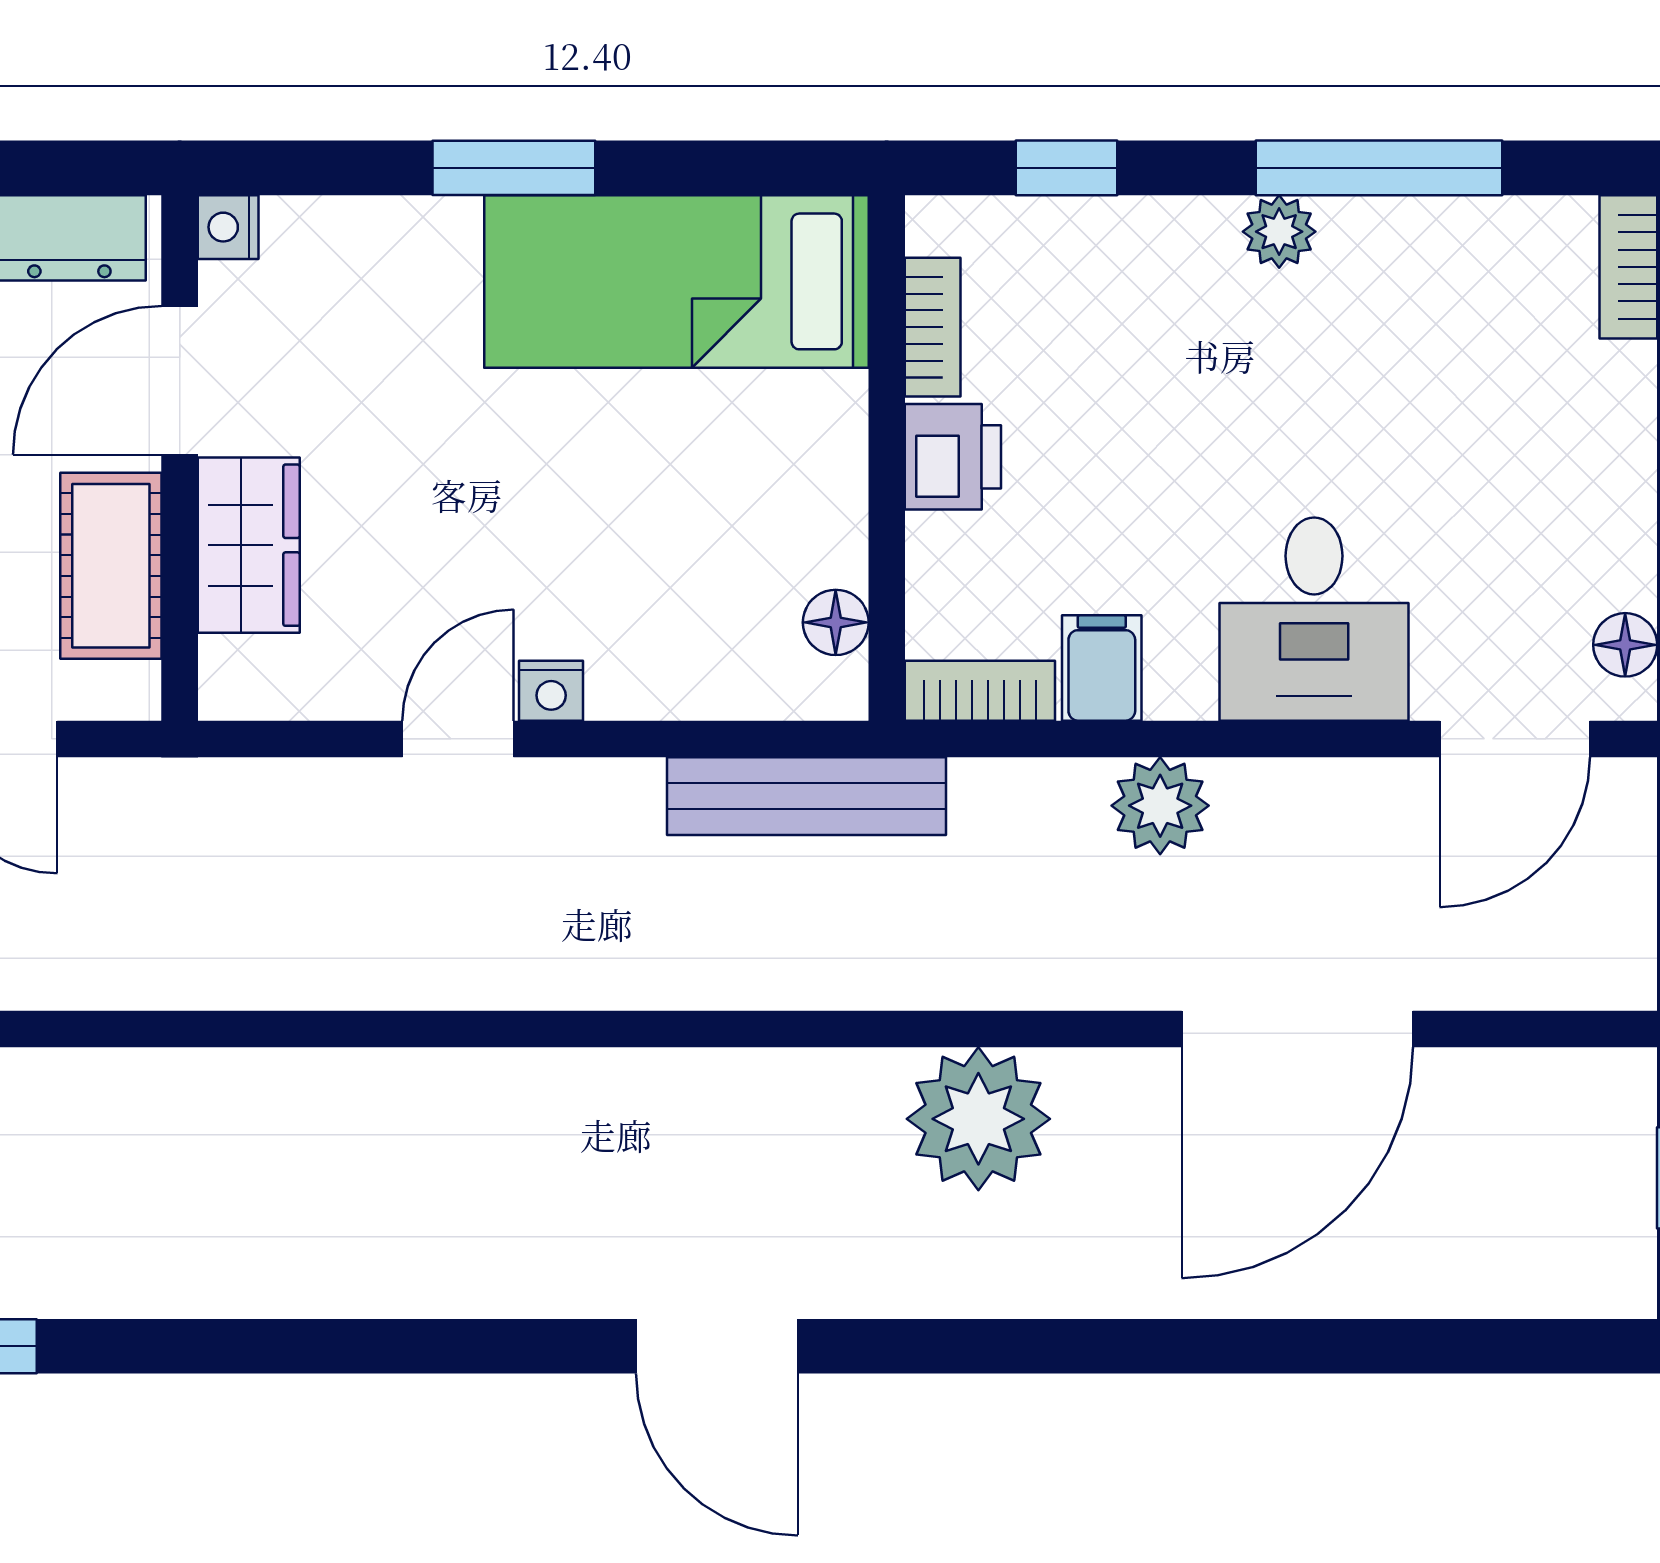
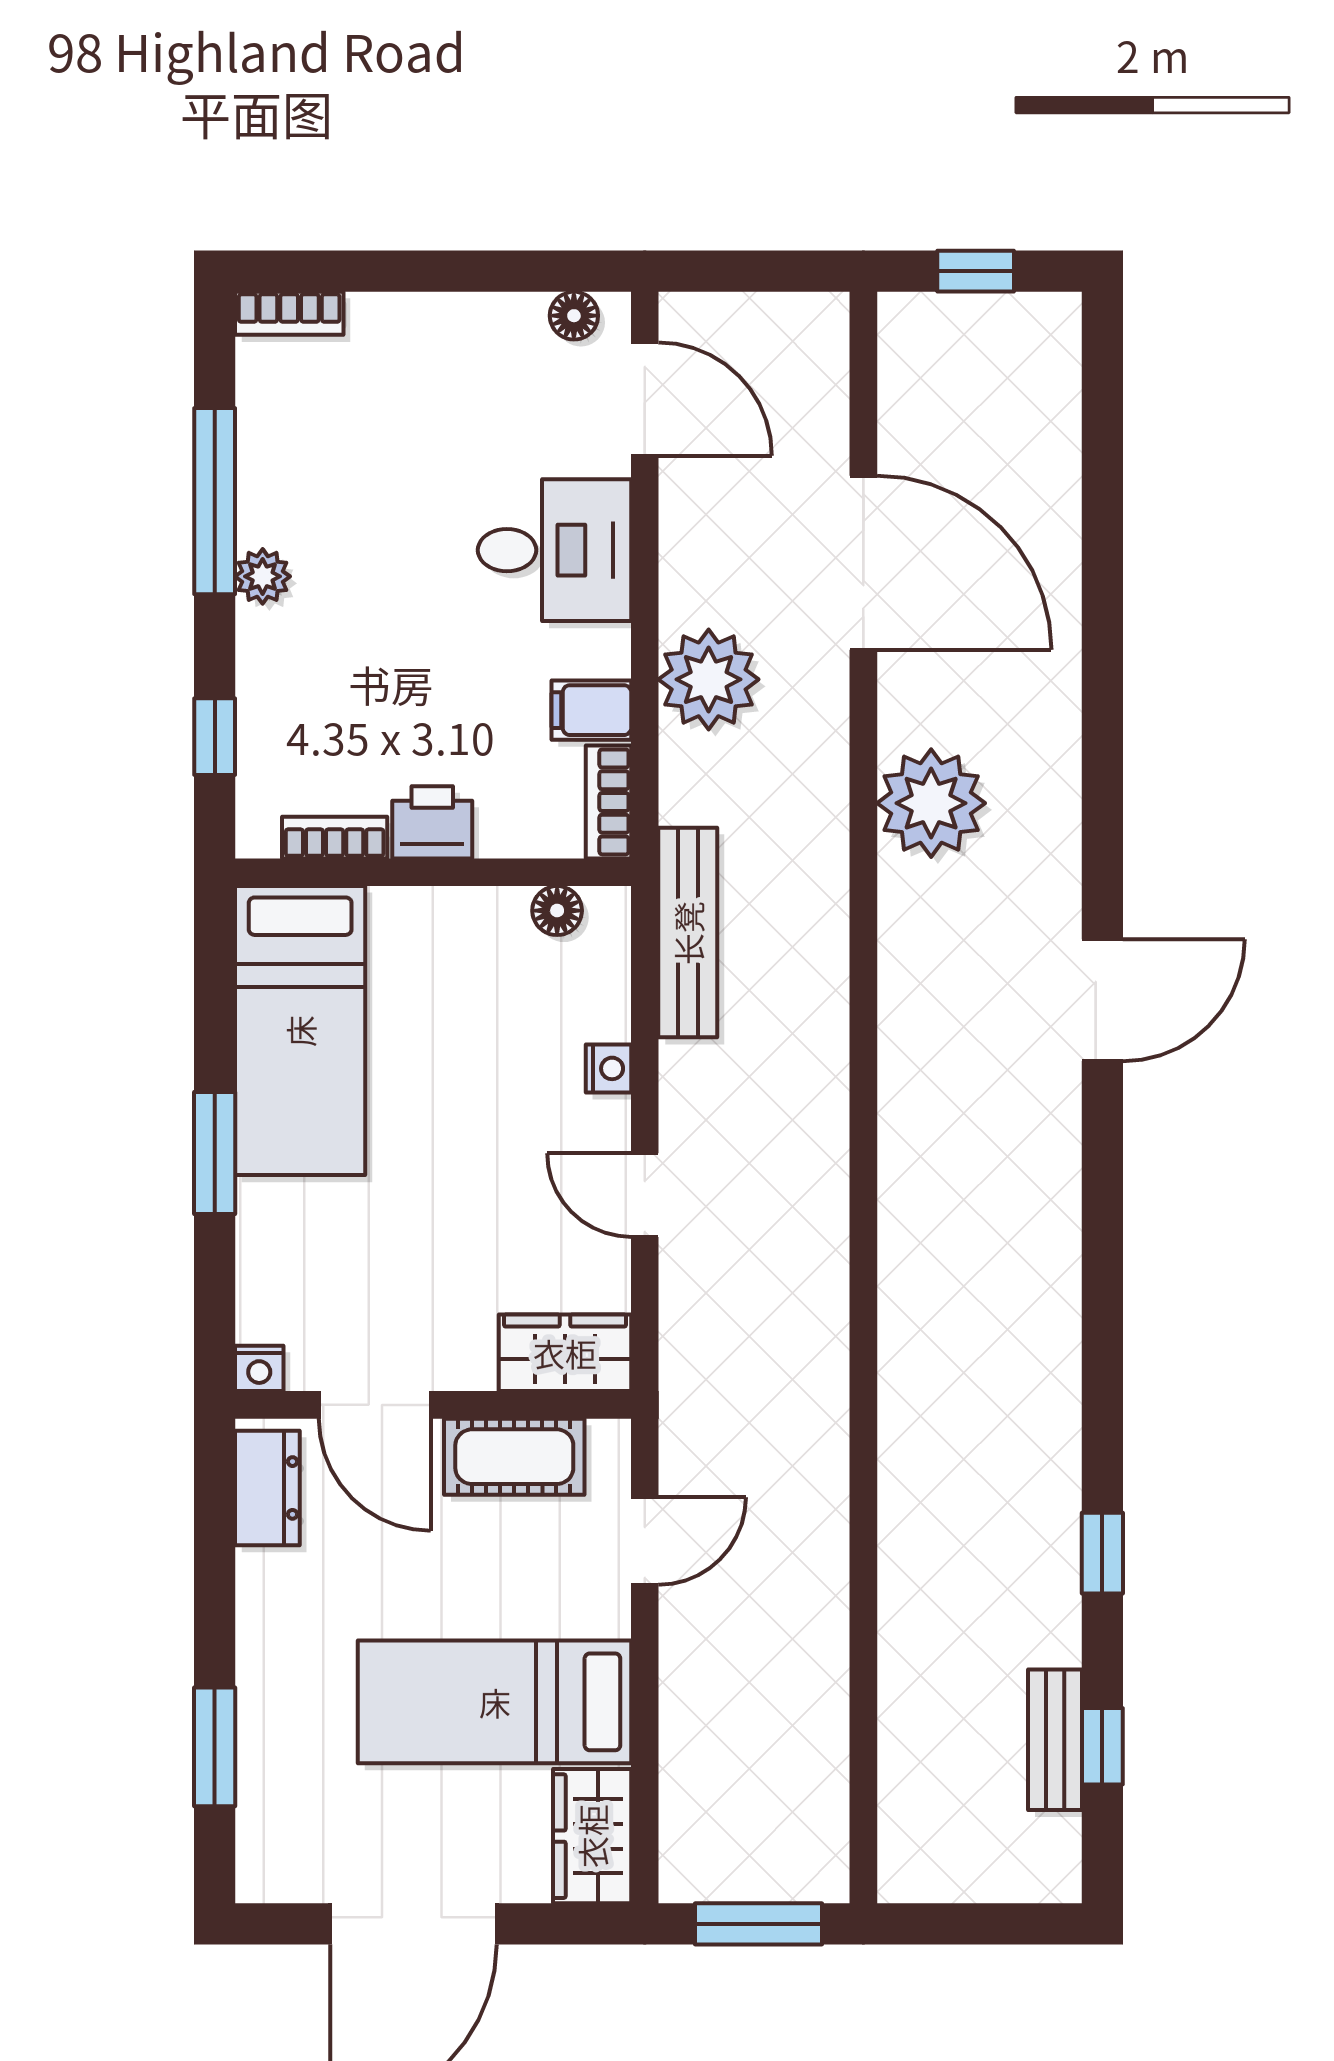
wardrobe: (249, 545) -> (565, 1353), moved
nightstand: (551, 691) -> (608, 1068), moved
plant: (1160, 806) -> (709, 679), width x1.36, depth x1.36

